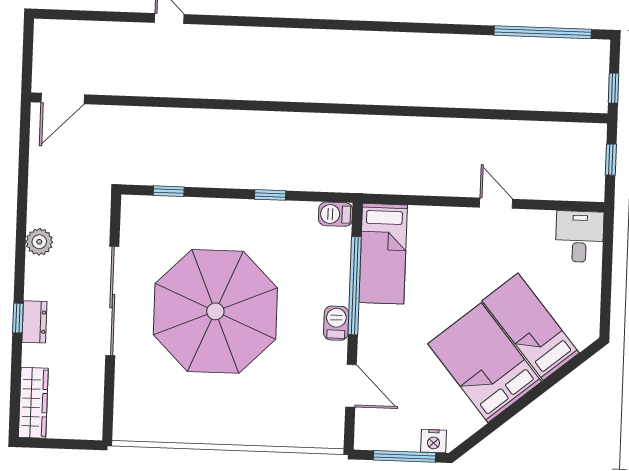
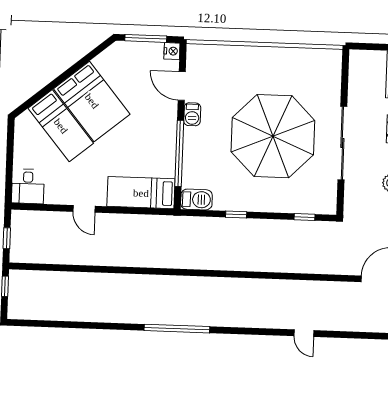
window: (543, 32) -> (177, 329), moved
barbecue: (335, 214) -> (196, 199), width x1.38, depth x1.27
bed: (383, 254) -> (141, 193), moved, turned -90
barbecue: (336, 323) -> (192, 114), moved
nightstand: (434, 441) -> (172, 51), moved, turned 90

